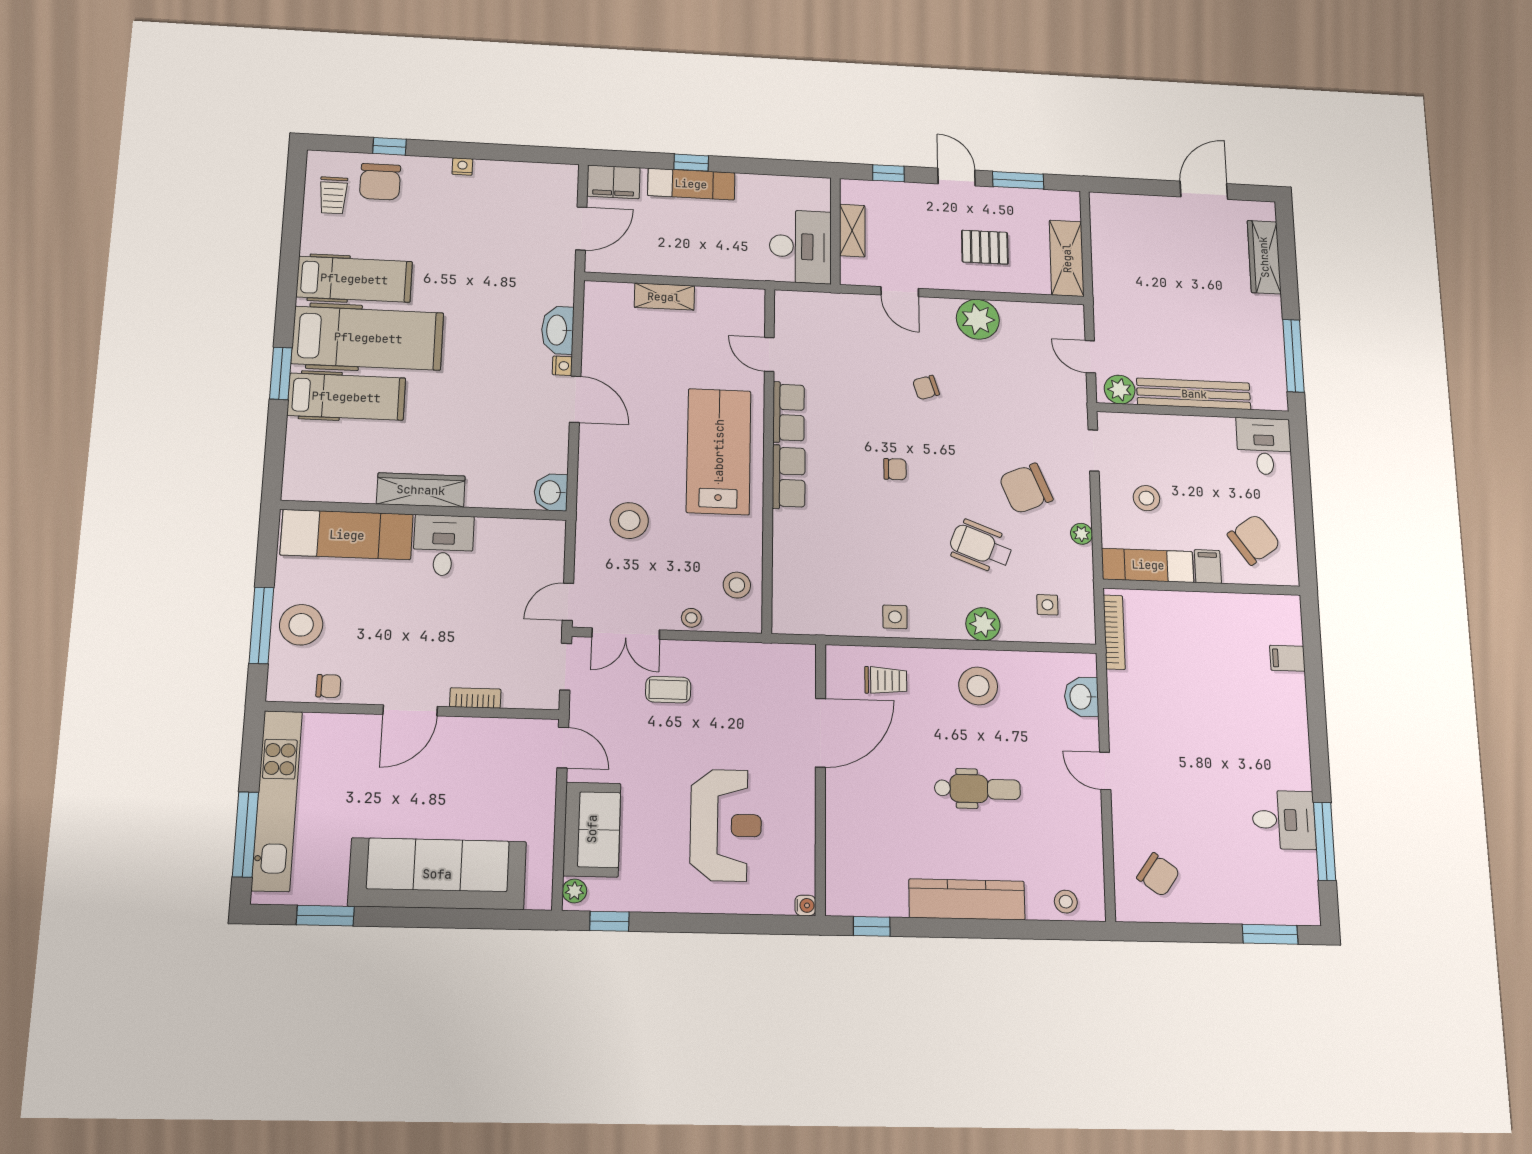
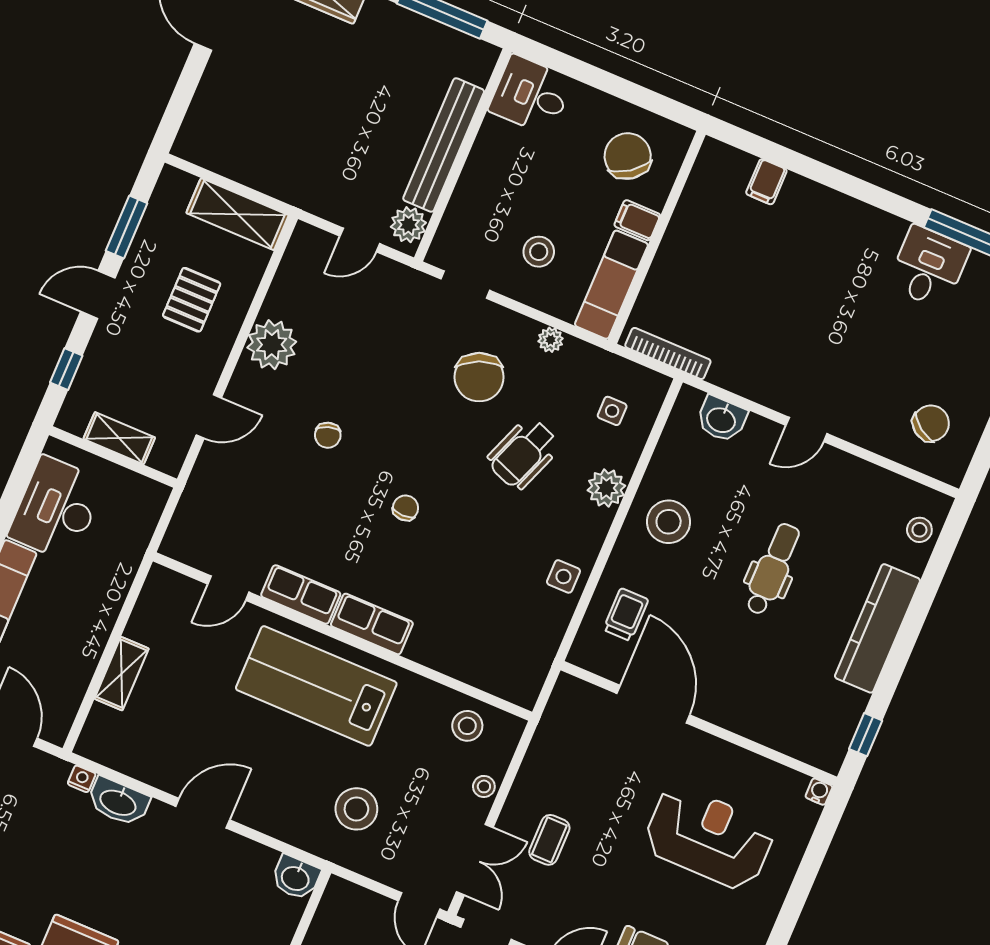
desk: (800, 247) -> (56, 509), moved, turned -90
nightstand: (562, 366) -> (82, 779), moved

